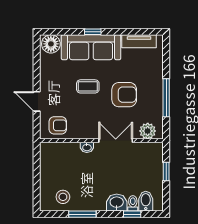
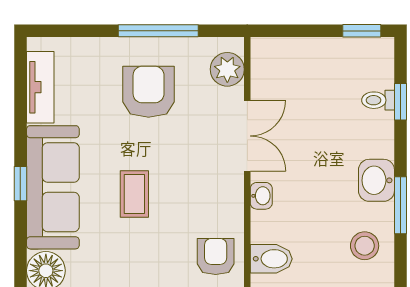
armchair: (124, 95) -> (149, 92), moved
double door: (116, 141) -> (247, 136), swing flipped
window: (166, 171) -> (362, 31), moved
bidet: (146, 201) -> (271, 259), moved, turned 180
washbasin: (117, 203) -> (376, 180), moved

